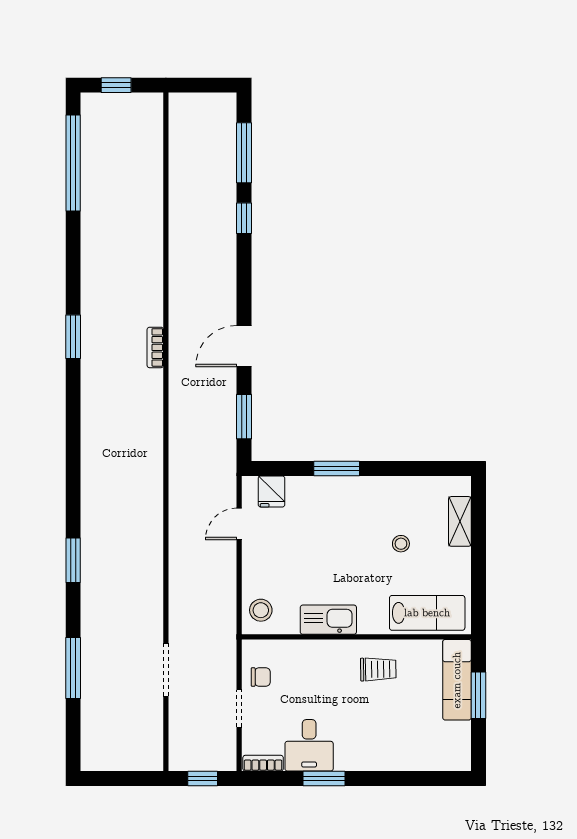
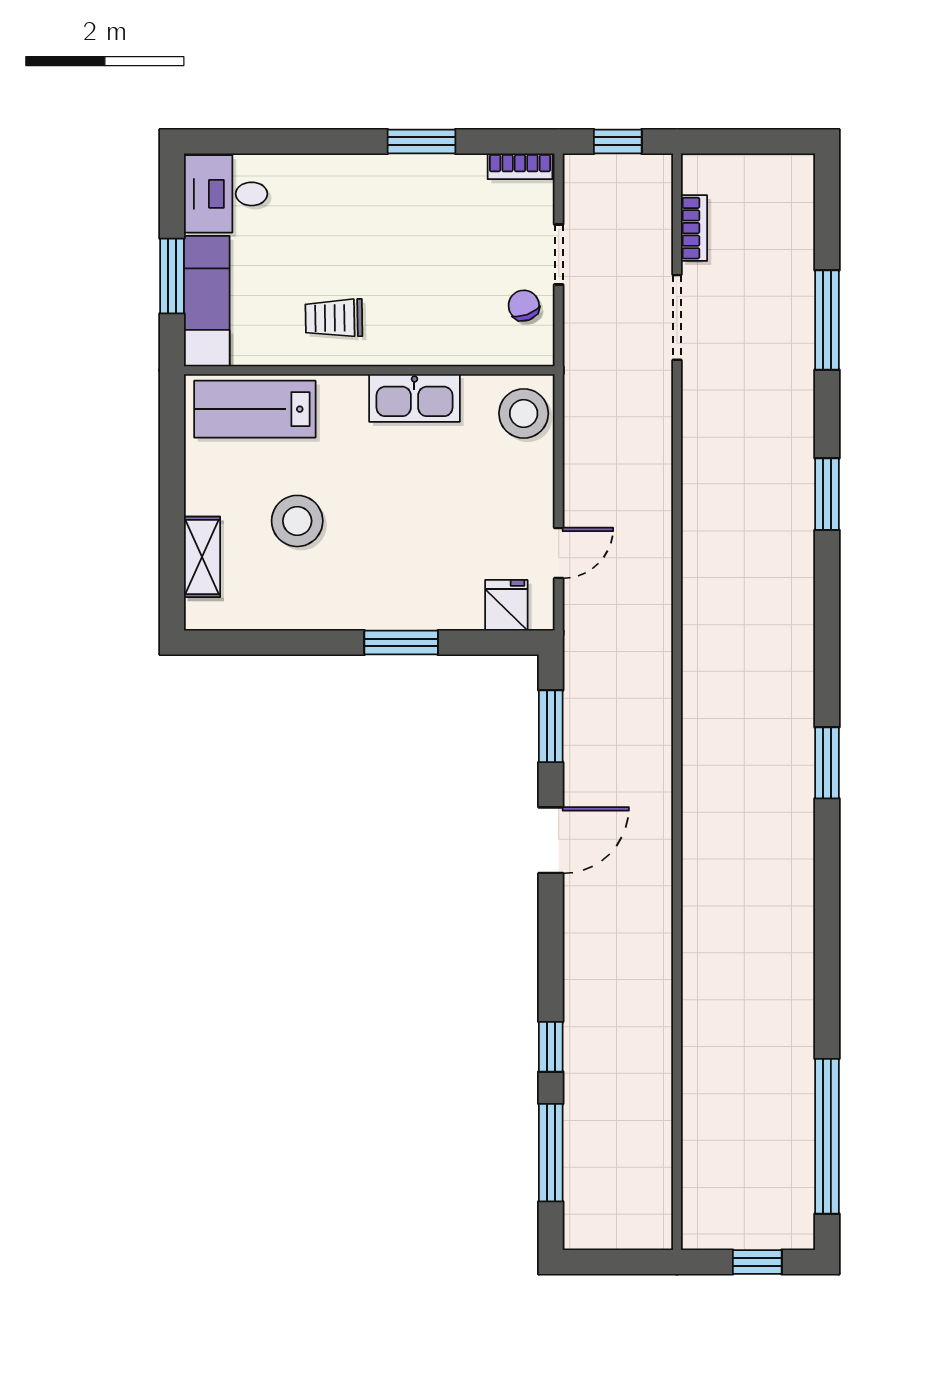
window: (73, 337) -> (827, 763), moved
bookcase: (155, 347) -> (694, 228), moved
stool: (401, 544) -> (297, 521), width x1.89, depth x1.89
stool: (261, 610) -> (524, 413), width x1.38, depth x1.38
chair: (261, 677) -> (524, 306), turned 70
desk: (309, 745) -> (226, 194), moved, turned -90

